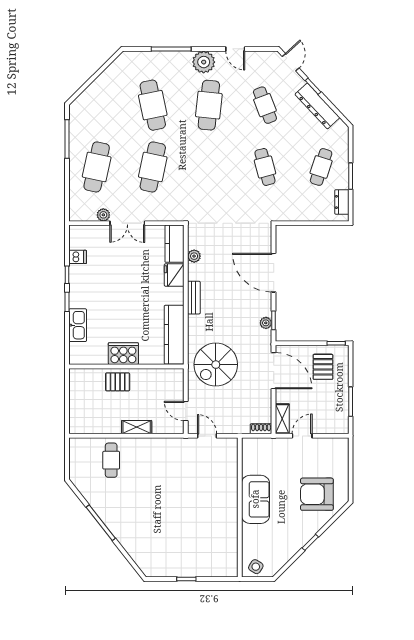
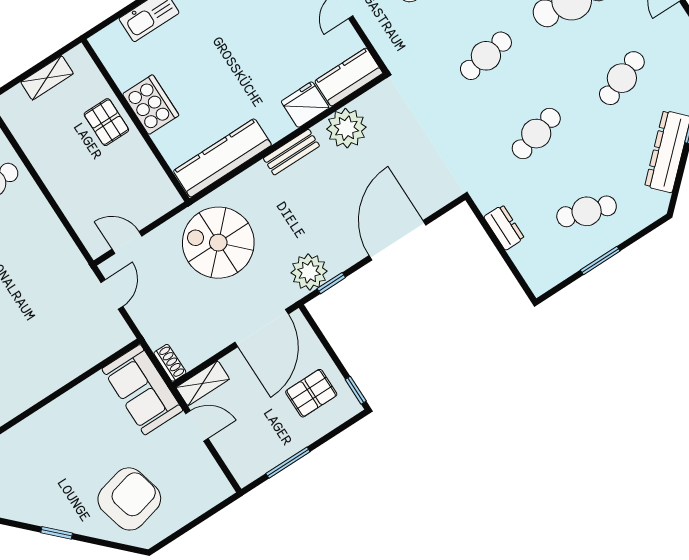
cafe table: (209, 167) -> (486, 56), added
dresser: (342, 202) -> (504, 228), moved, turned 90
plant: (194, 256) -> (346, 128), width x1.87, depth x1.87
plant: (266, 323) -> (309, 272), width x1.87, depth x1.87
door: (186, 411) -> (127, 243), hinge flipped
shelving: (137, 427) -> (47, 78), moved, turned 90
armchair: (317, 494) -> (129, 499), turned 76
sofa: (255, 499) -> (142, 390), moved, turned 90

